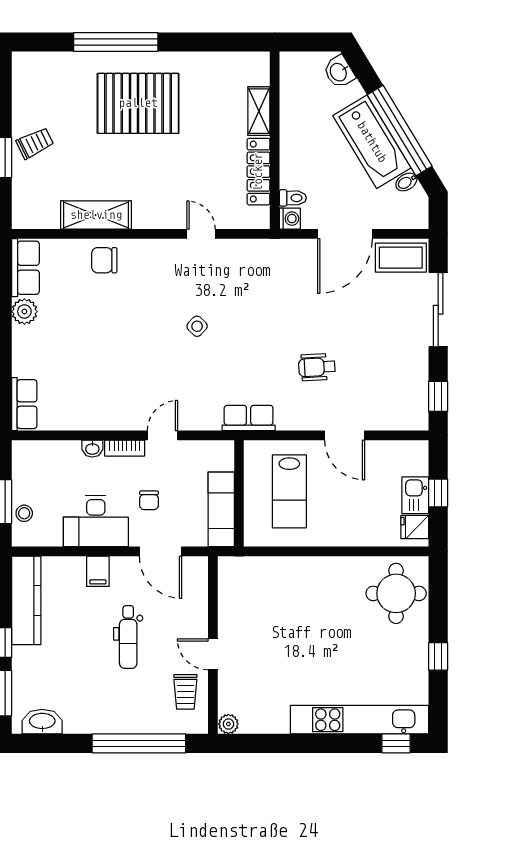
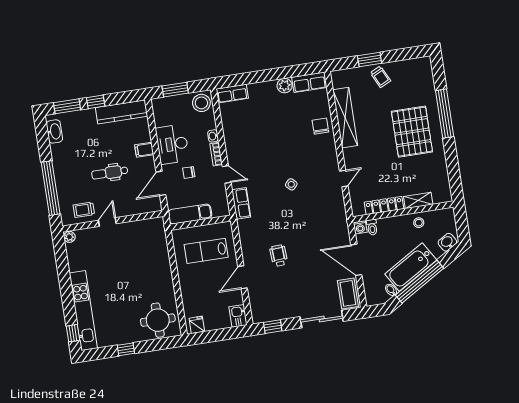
stool: (297, 116) -> (419, 223), added
shelving: (96, 215) -> (345, 118), width x1.47
row of seats: (249, 418) -> (241, 203), moved
window: (438, 493) -> (218, 335), removed
kitchen sink: (415, 495) -> (238, 316), moved, turned -90
stool: (24, 513) -> (201, 103), moved, width x1.89, depth x1.89

